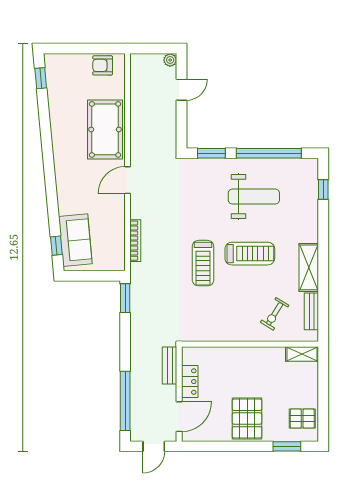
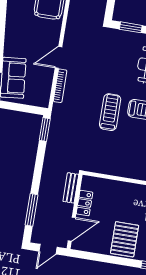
door: (128, 180) -> (58, 57), moved
treadmill: (203, 263) -> (110, 112), turned 180
window: (125, 401) -> (32, 210), width x0.68

